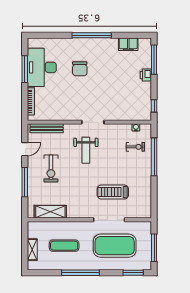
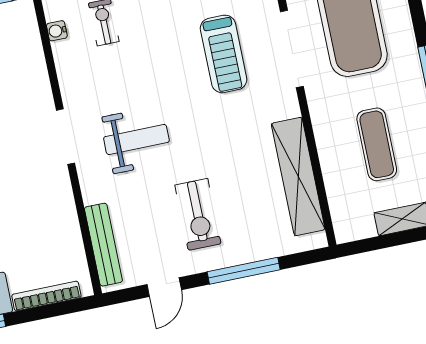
door: (25, 149) -> (164, 287), swing flipped
exercise bike: (51, 169) -> (198, 214), turned 90
shelving: (50, 212) -> (298, 177), width x1.47

